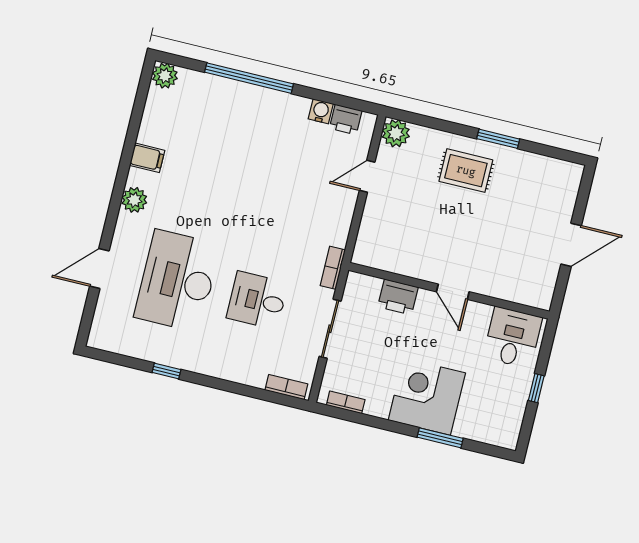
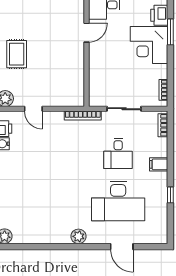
filing cabinet: (147, 158) -> (159, 164), moved, turned -90
bookcase: (333, 268) -> (83, 116), width x1.56
door: (453, 292) -> (86, 33), moved
printer: (398, 297) -> (159, 15), moved, turned 180

